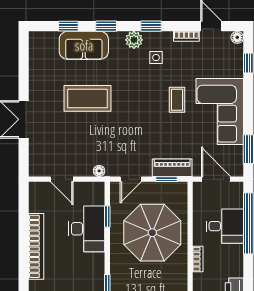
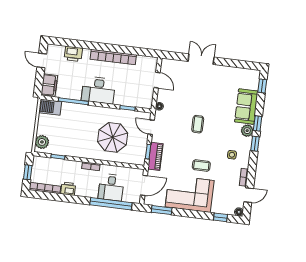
window: (68, 26) -> (262, 86), moved
window: (151, 26) -> (255, 144), moved
plant: (134, 40) -> (247, 131), moved
coffee table: (88, 98) -> (198, 124), moved, width x0.54, depth x0.58
door: (62, 179) -> (157, 80), swing flipped
desk: (87, 229) -> (98, 90), moved
parasol: (152, 233) -> (113, 137), width x0.73, depth x0.73

